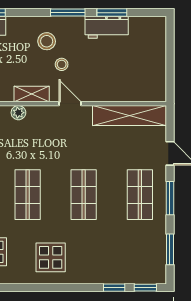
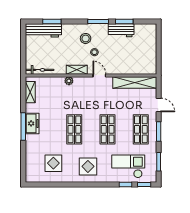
checkout: (119, 257) -> (128, 166), added

